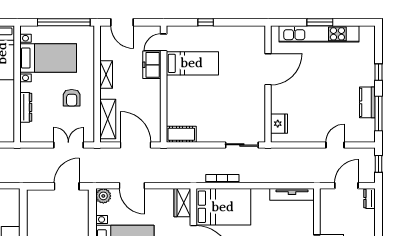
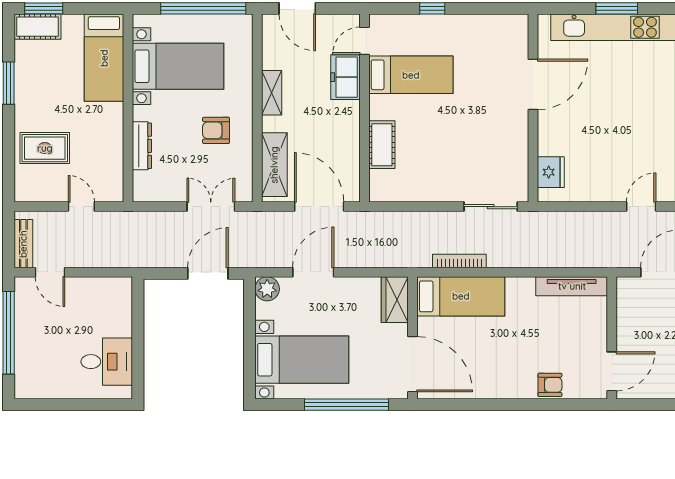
armchair: (72, 98) -> (216, 130), turned 90
cot: (181, 134) -> (382, 145), moved, turned 90
door: (132, 186) -> (313, 272), swing flipped
bed: (223, 207) -> (461, 296), width x0.67

